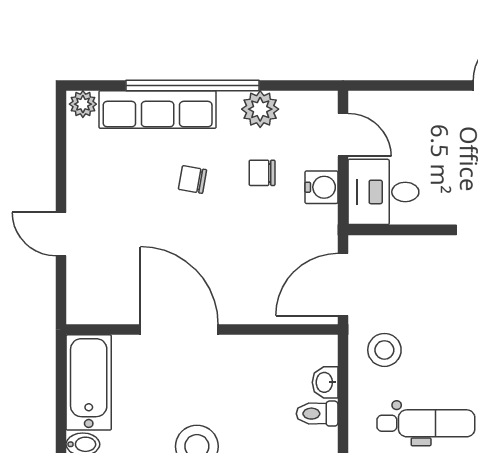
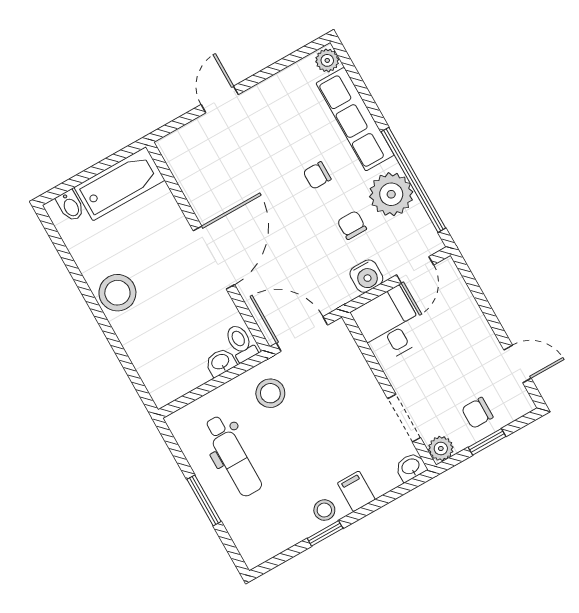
window: (192, 85) -> (413, 180), moved
plant: (260, 109) -> (391, 194), width x1.36, depth x1.36
chair: (192, 180) -> (317, 175), turned -100
door: (179, 330) -> (214, 258), moved
toilet: (317, 414) -> (241, 343), moved

